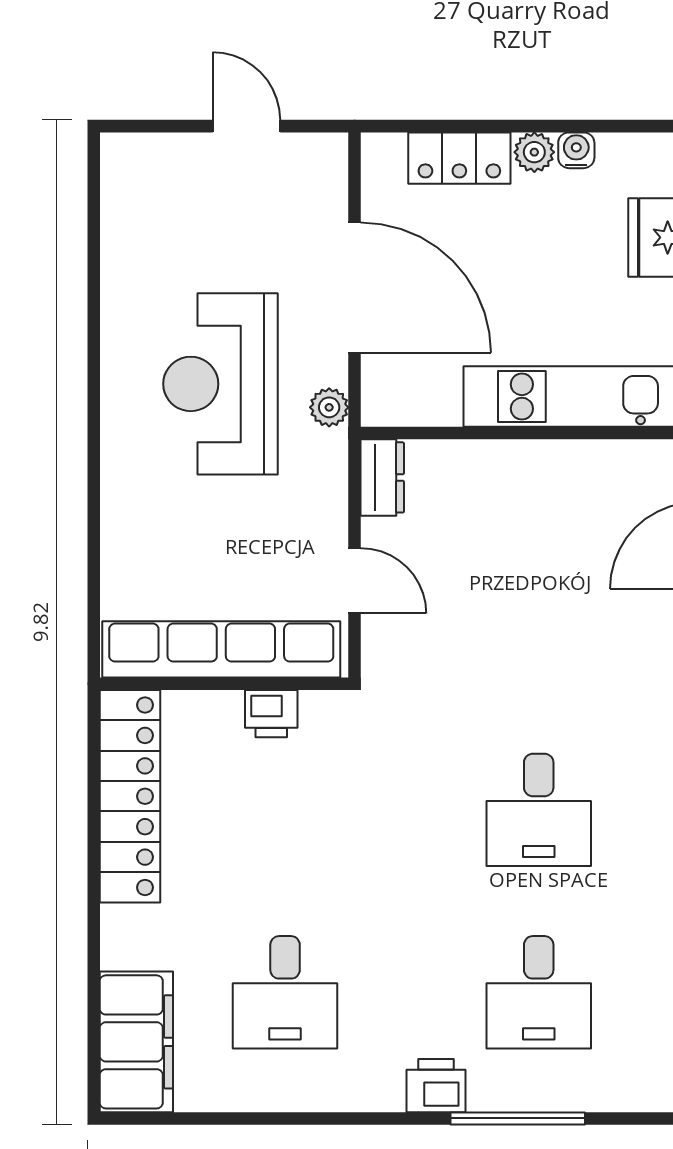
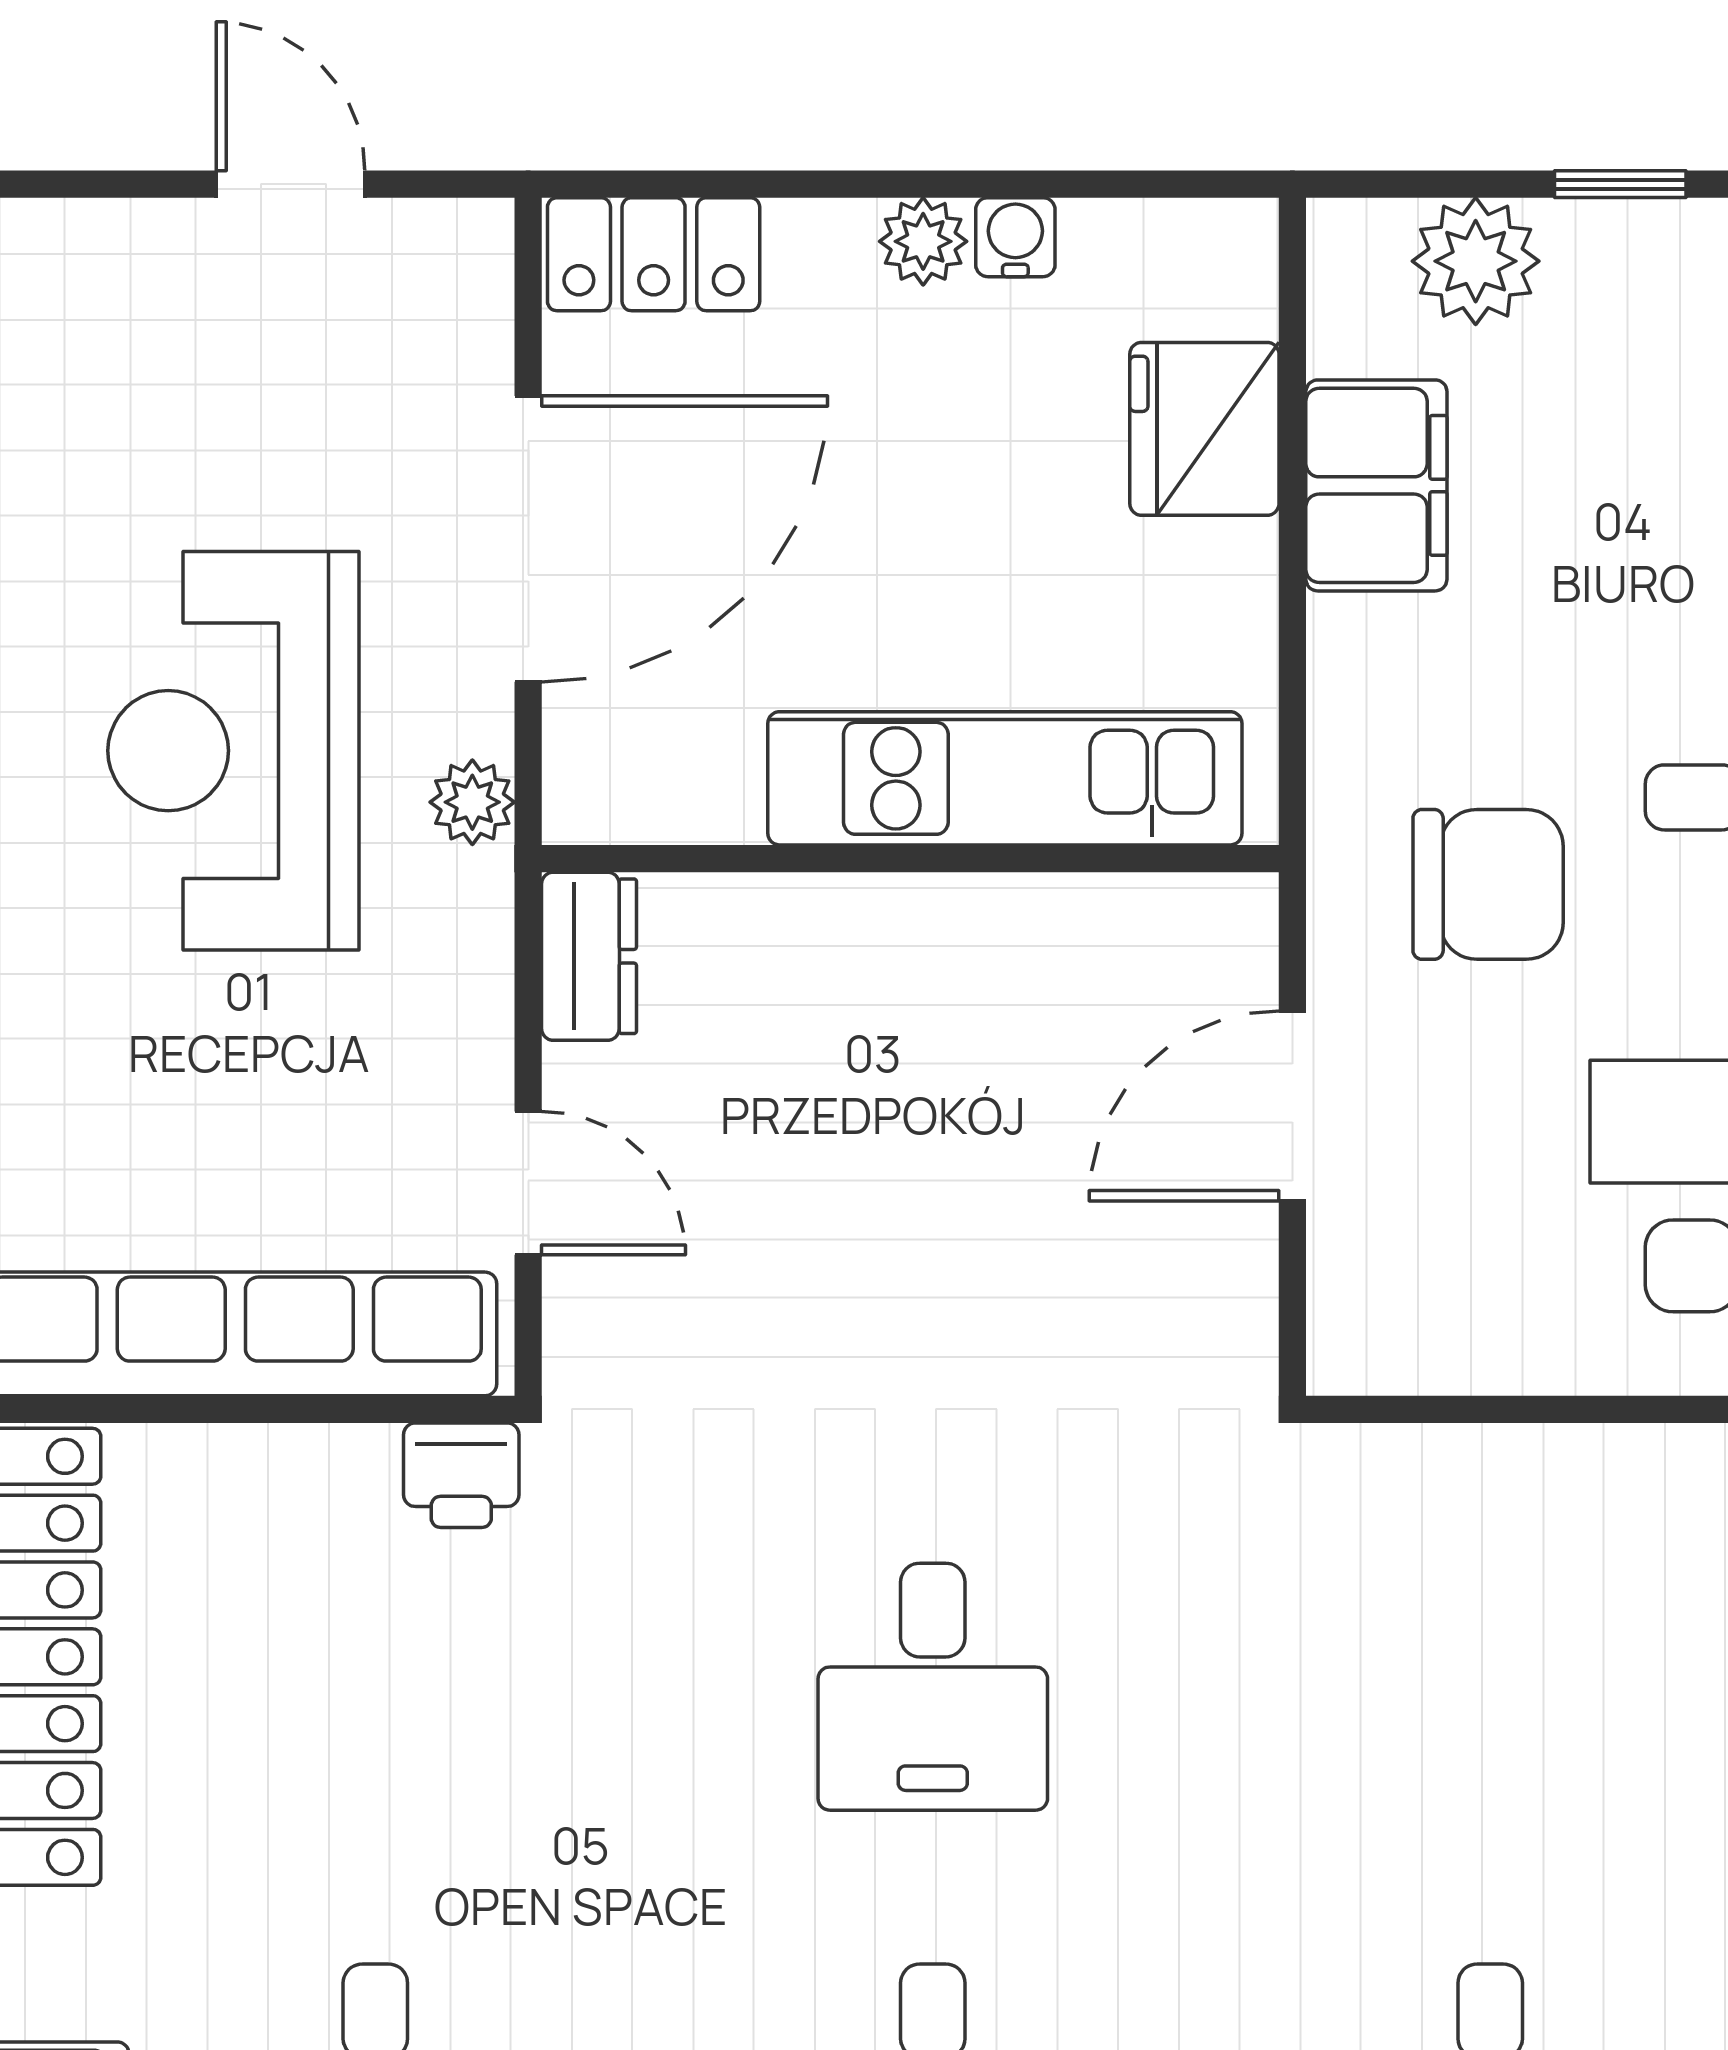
locker: (459, 158) -> (654, 254), moved
door: (355, 288) -> (528, 539), hinge flipped
printer: (271, 714) -> (461, 1475), moved

